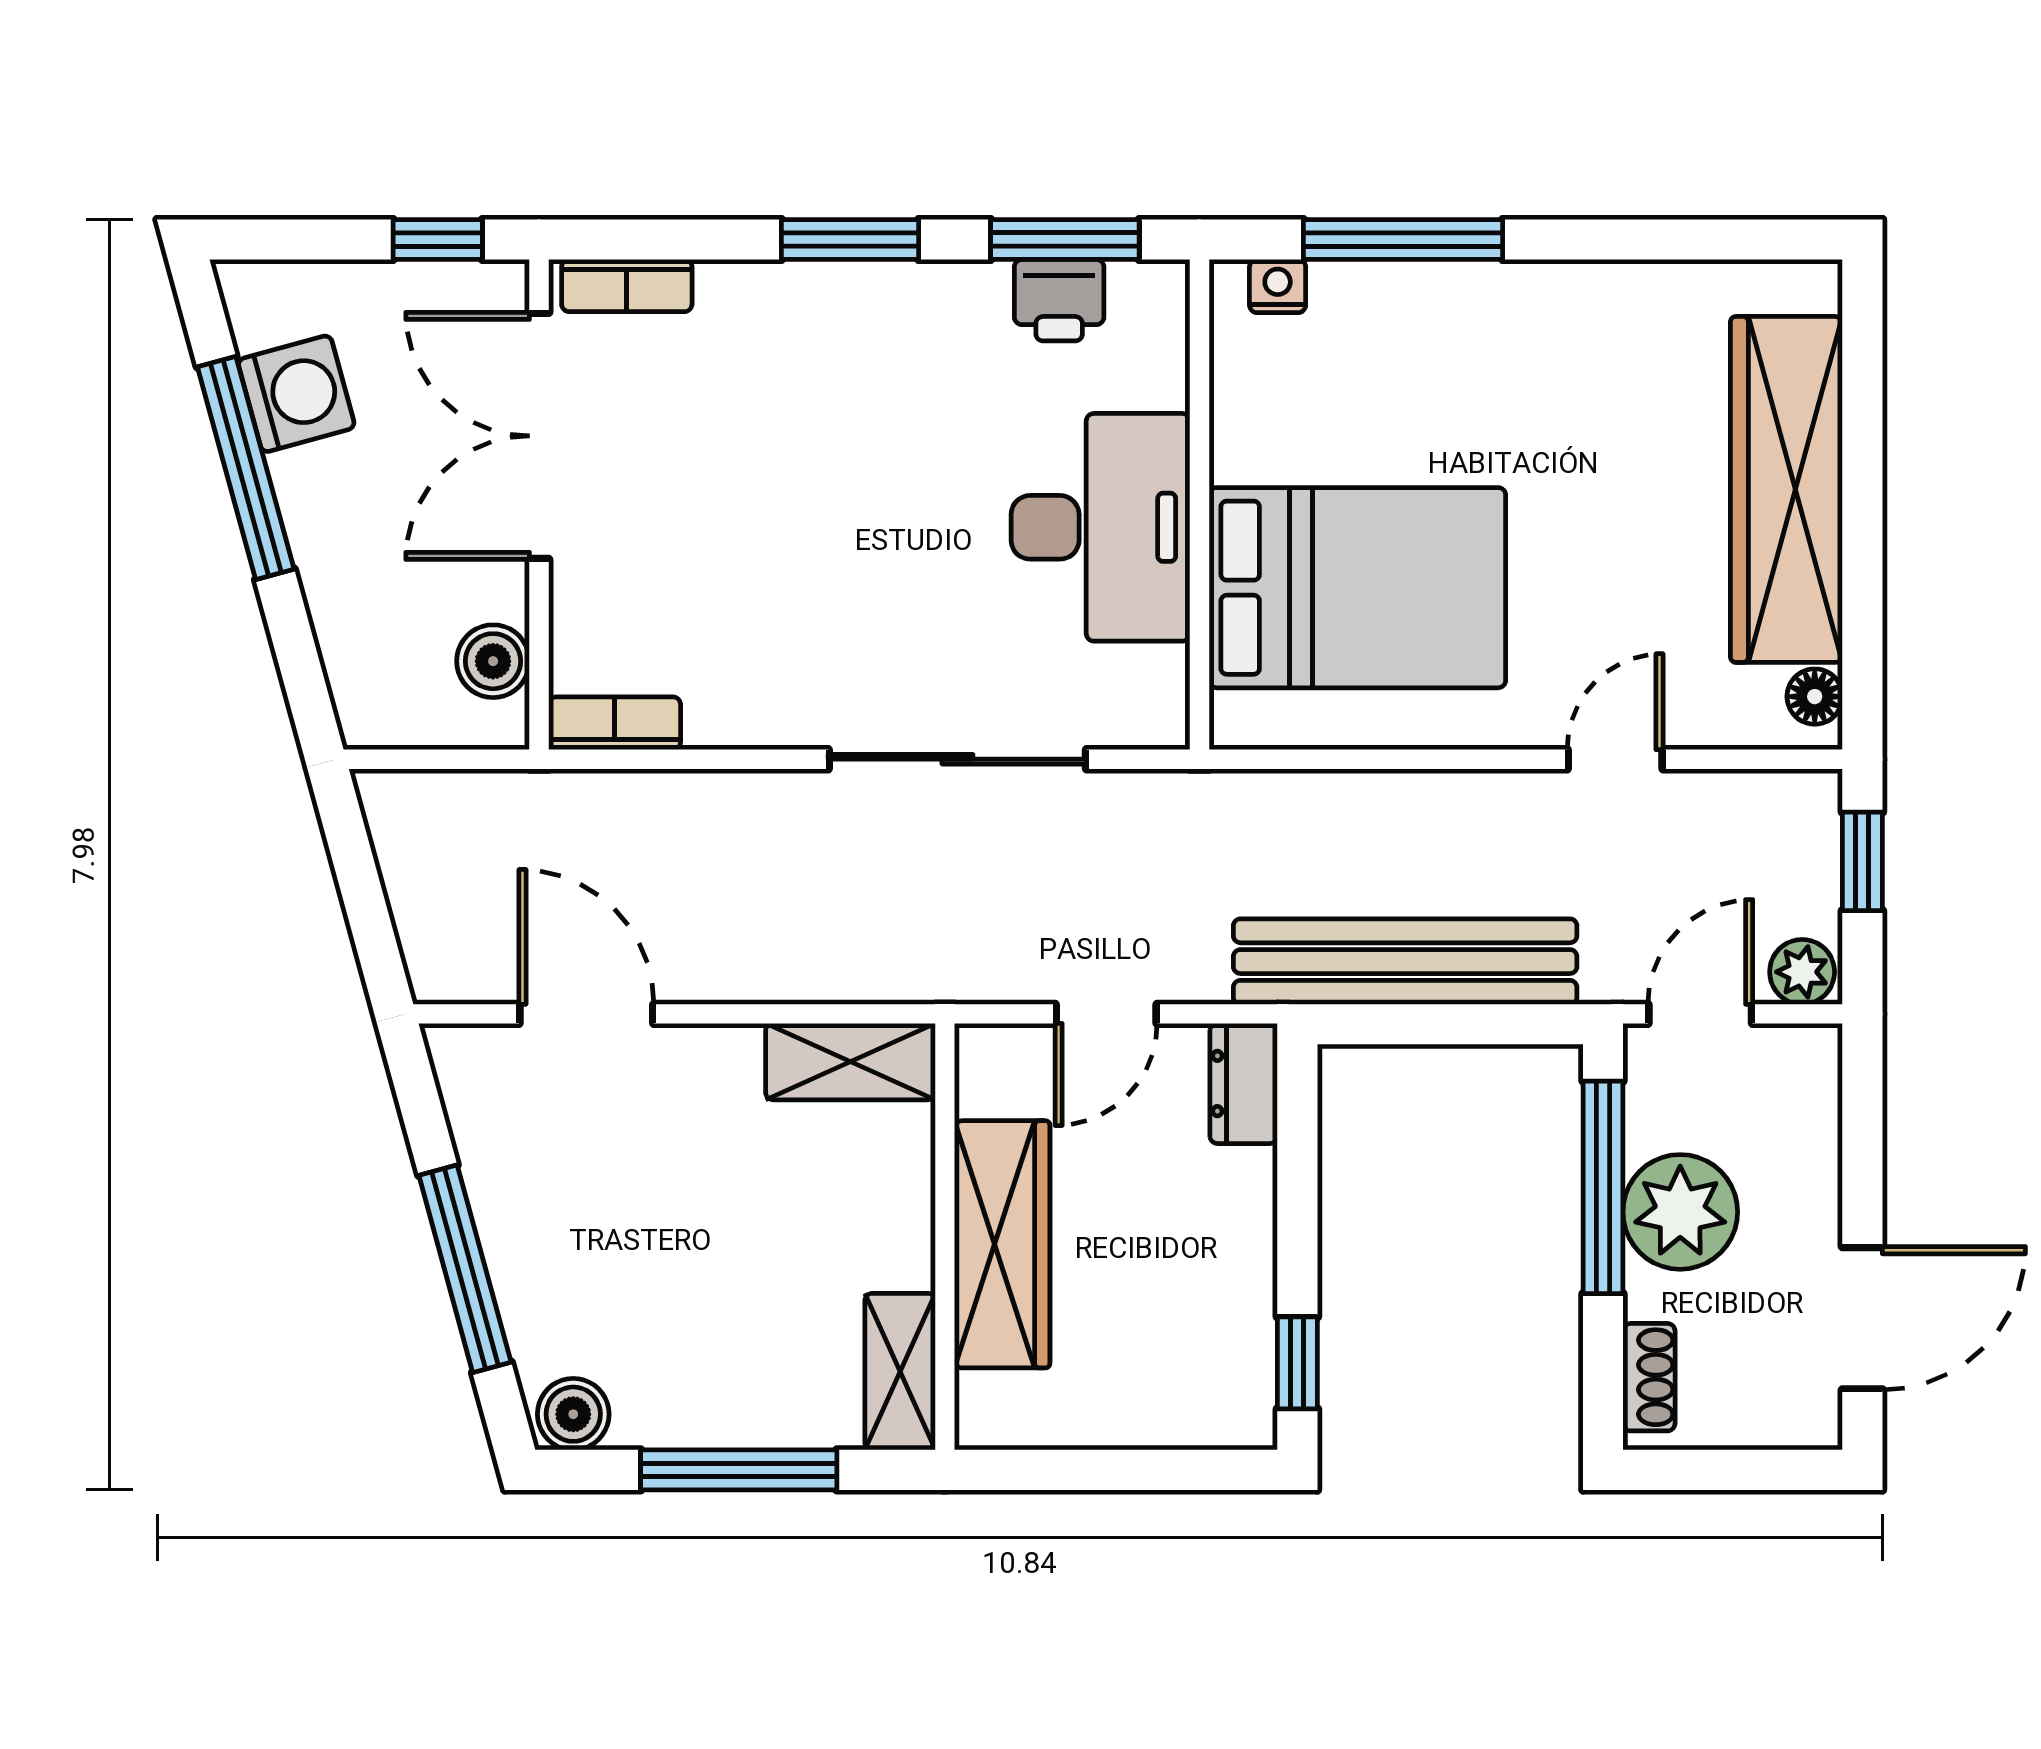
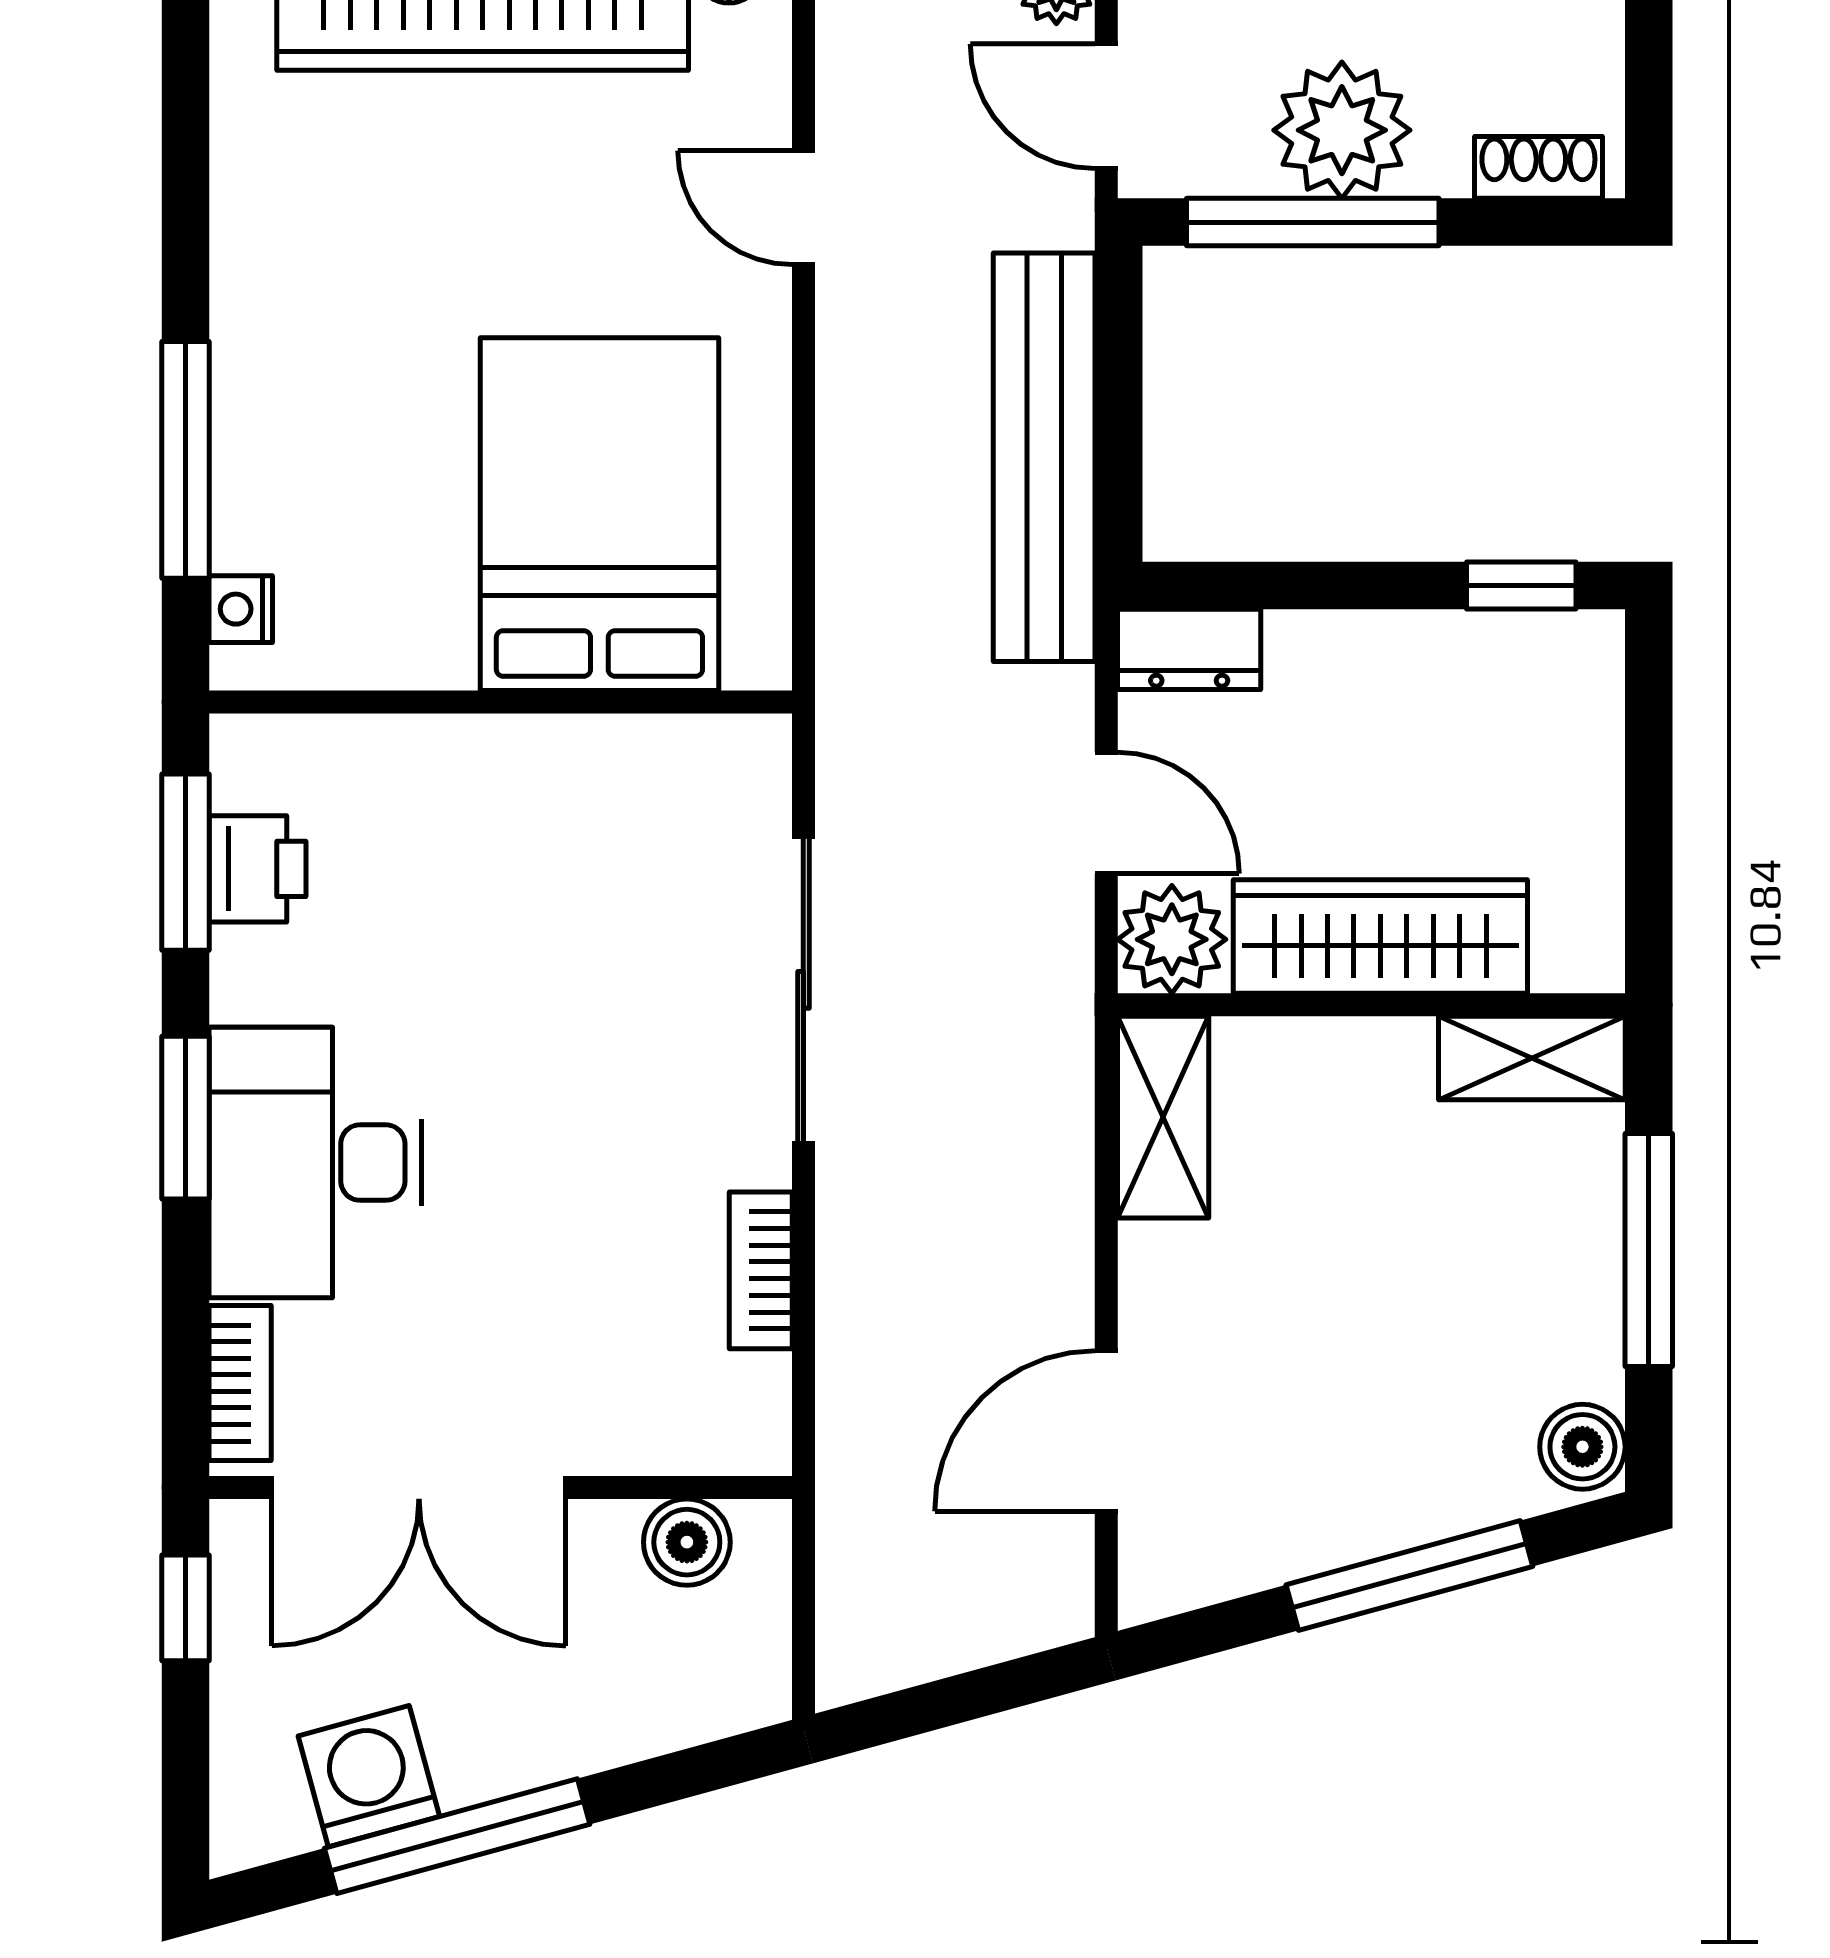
desk: (1101, 527) -> (315, 1163), moved, turned -90
bookcase: (615, 723) -> (761, 1270), moved
plant: (1000, 1069) -> (1172, 939), added

